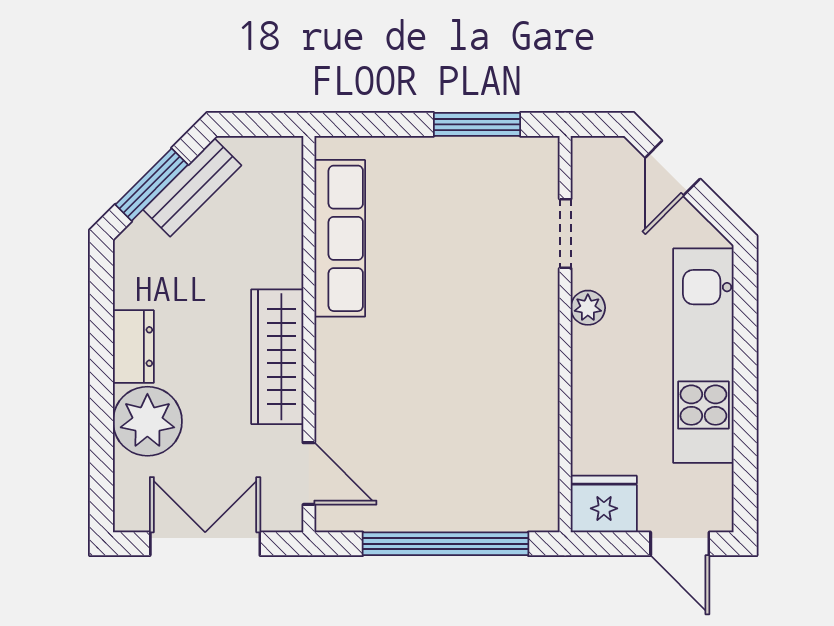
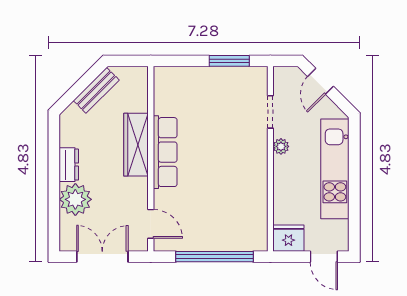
window: (152, 185) -> (77, 89), removed
row of seats: (340, 238) -> (165, 152), moved
wardrobe: (277, 357) -> (136, 145), moved

